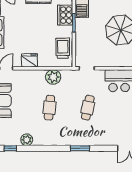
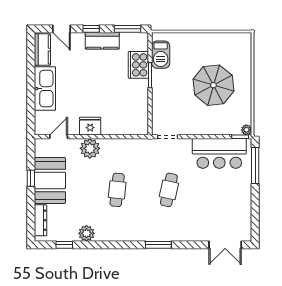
trolley: (63, 48) -> (135, 110), removed
plant: (53, 77) -> (90, 148), moved

